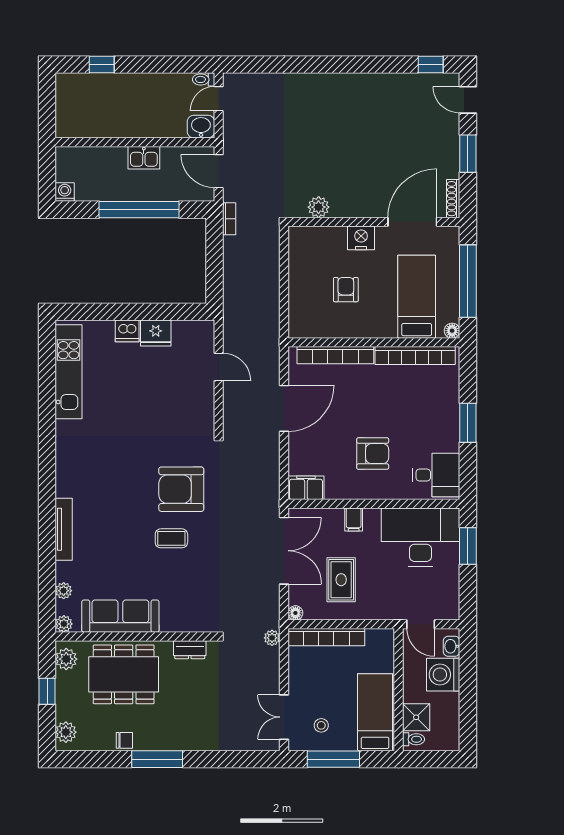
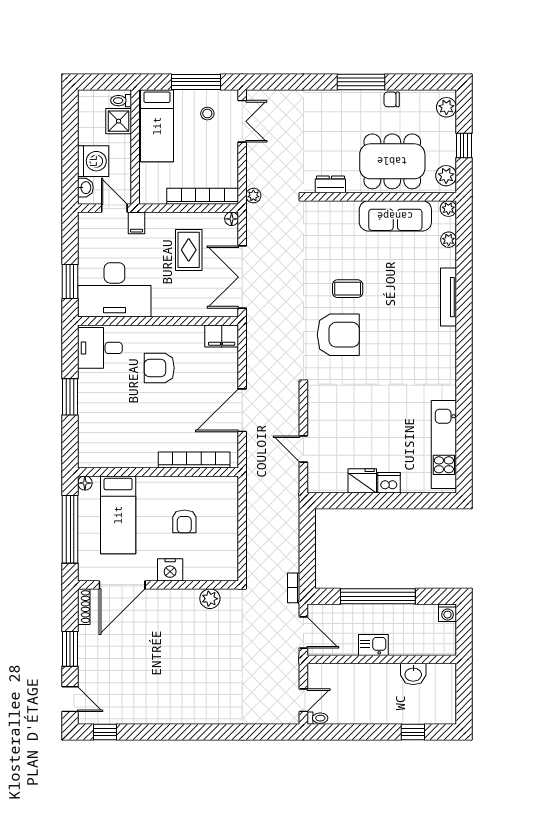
washbasin: (201, 127) -> (413, 674), moved
bookcase: (415, 356) -> (119, 460), removed
filing cabinet: (354, 520) -> (137, 223), moved, turned 180

